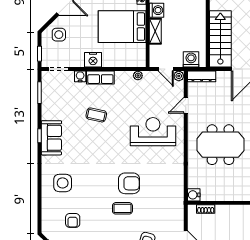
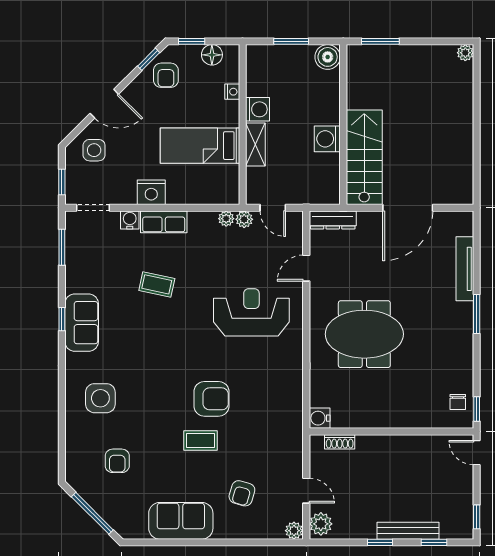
bed: (122, 27) -> (200, 146), width x0.67
washing machine: (191, 59) -> (327, 139), moved, turned -90
plant: (179, 76) -> (244, 219), moved

